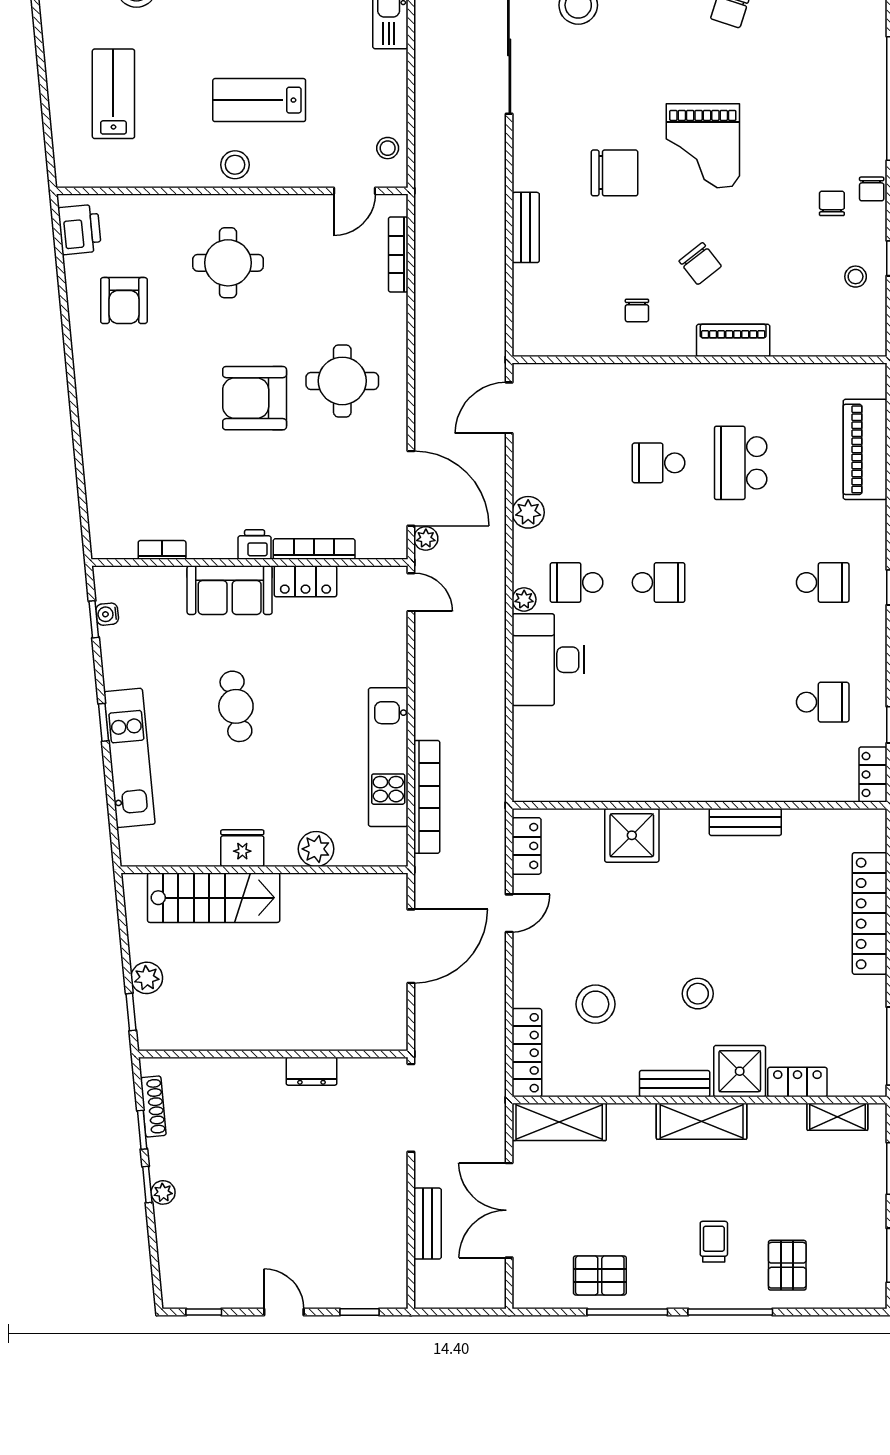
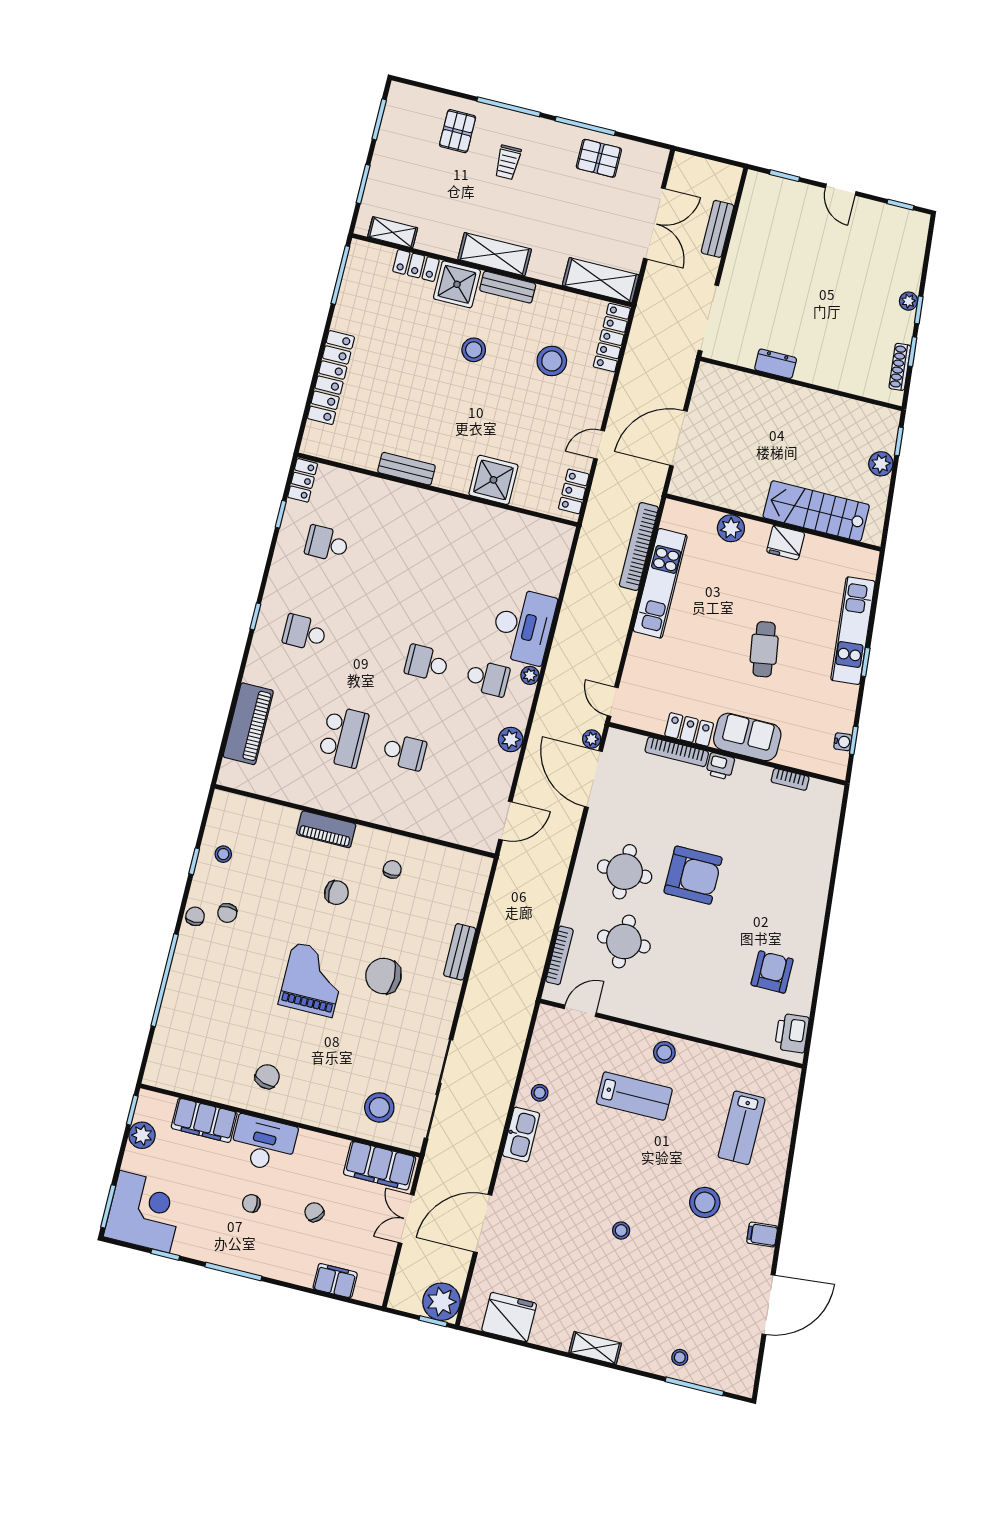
stool: (388, 148) -> (540, 1093), moved
round table: (228, 263) -> (624, 942), moved
chair: (700, 264) -> (336, 893), turned 128

